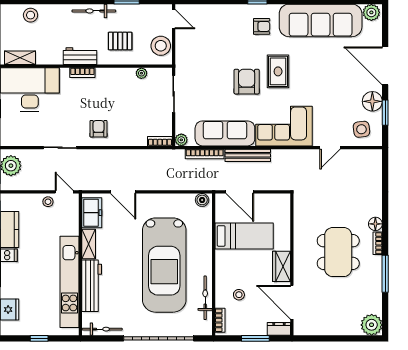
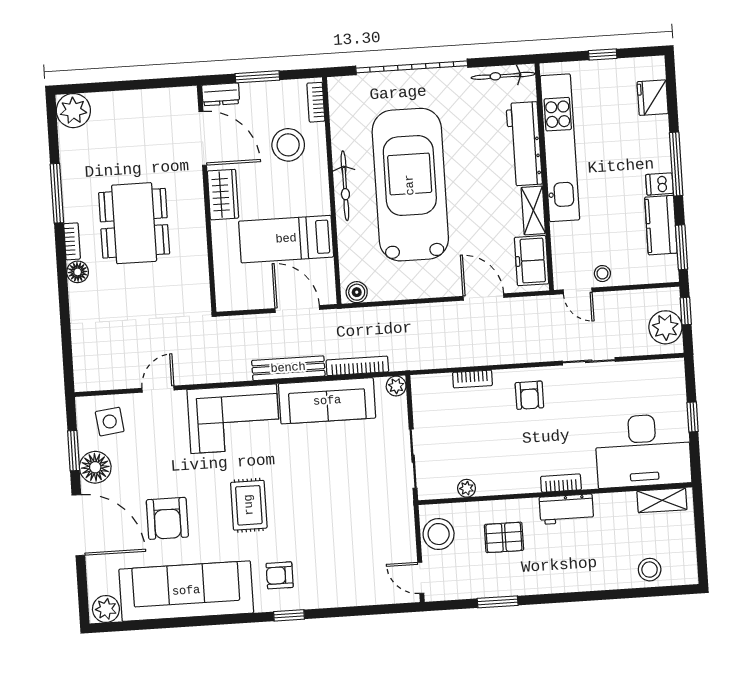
bicycle: (94, 11) -> (549, 583), removed
armchair: (247, 82) -> (167, 518), moved
bookcase: (160, 141) -> (472, 379), moved
stool: (239, 295) -> (288, 145), width x1.89, depth x1.89
bicycle: (205, 298) -> (345, 186), moved

